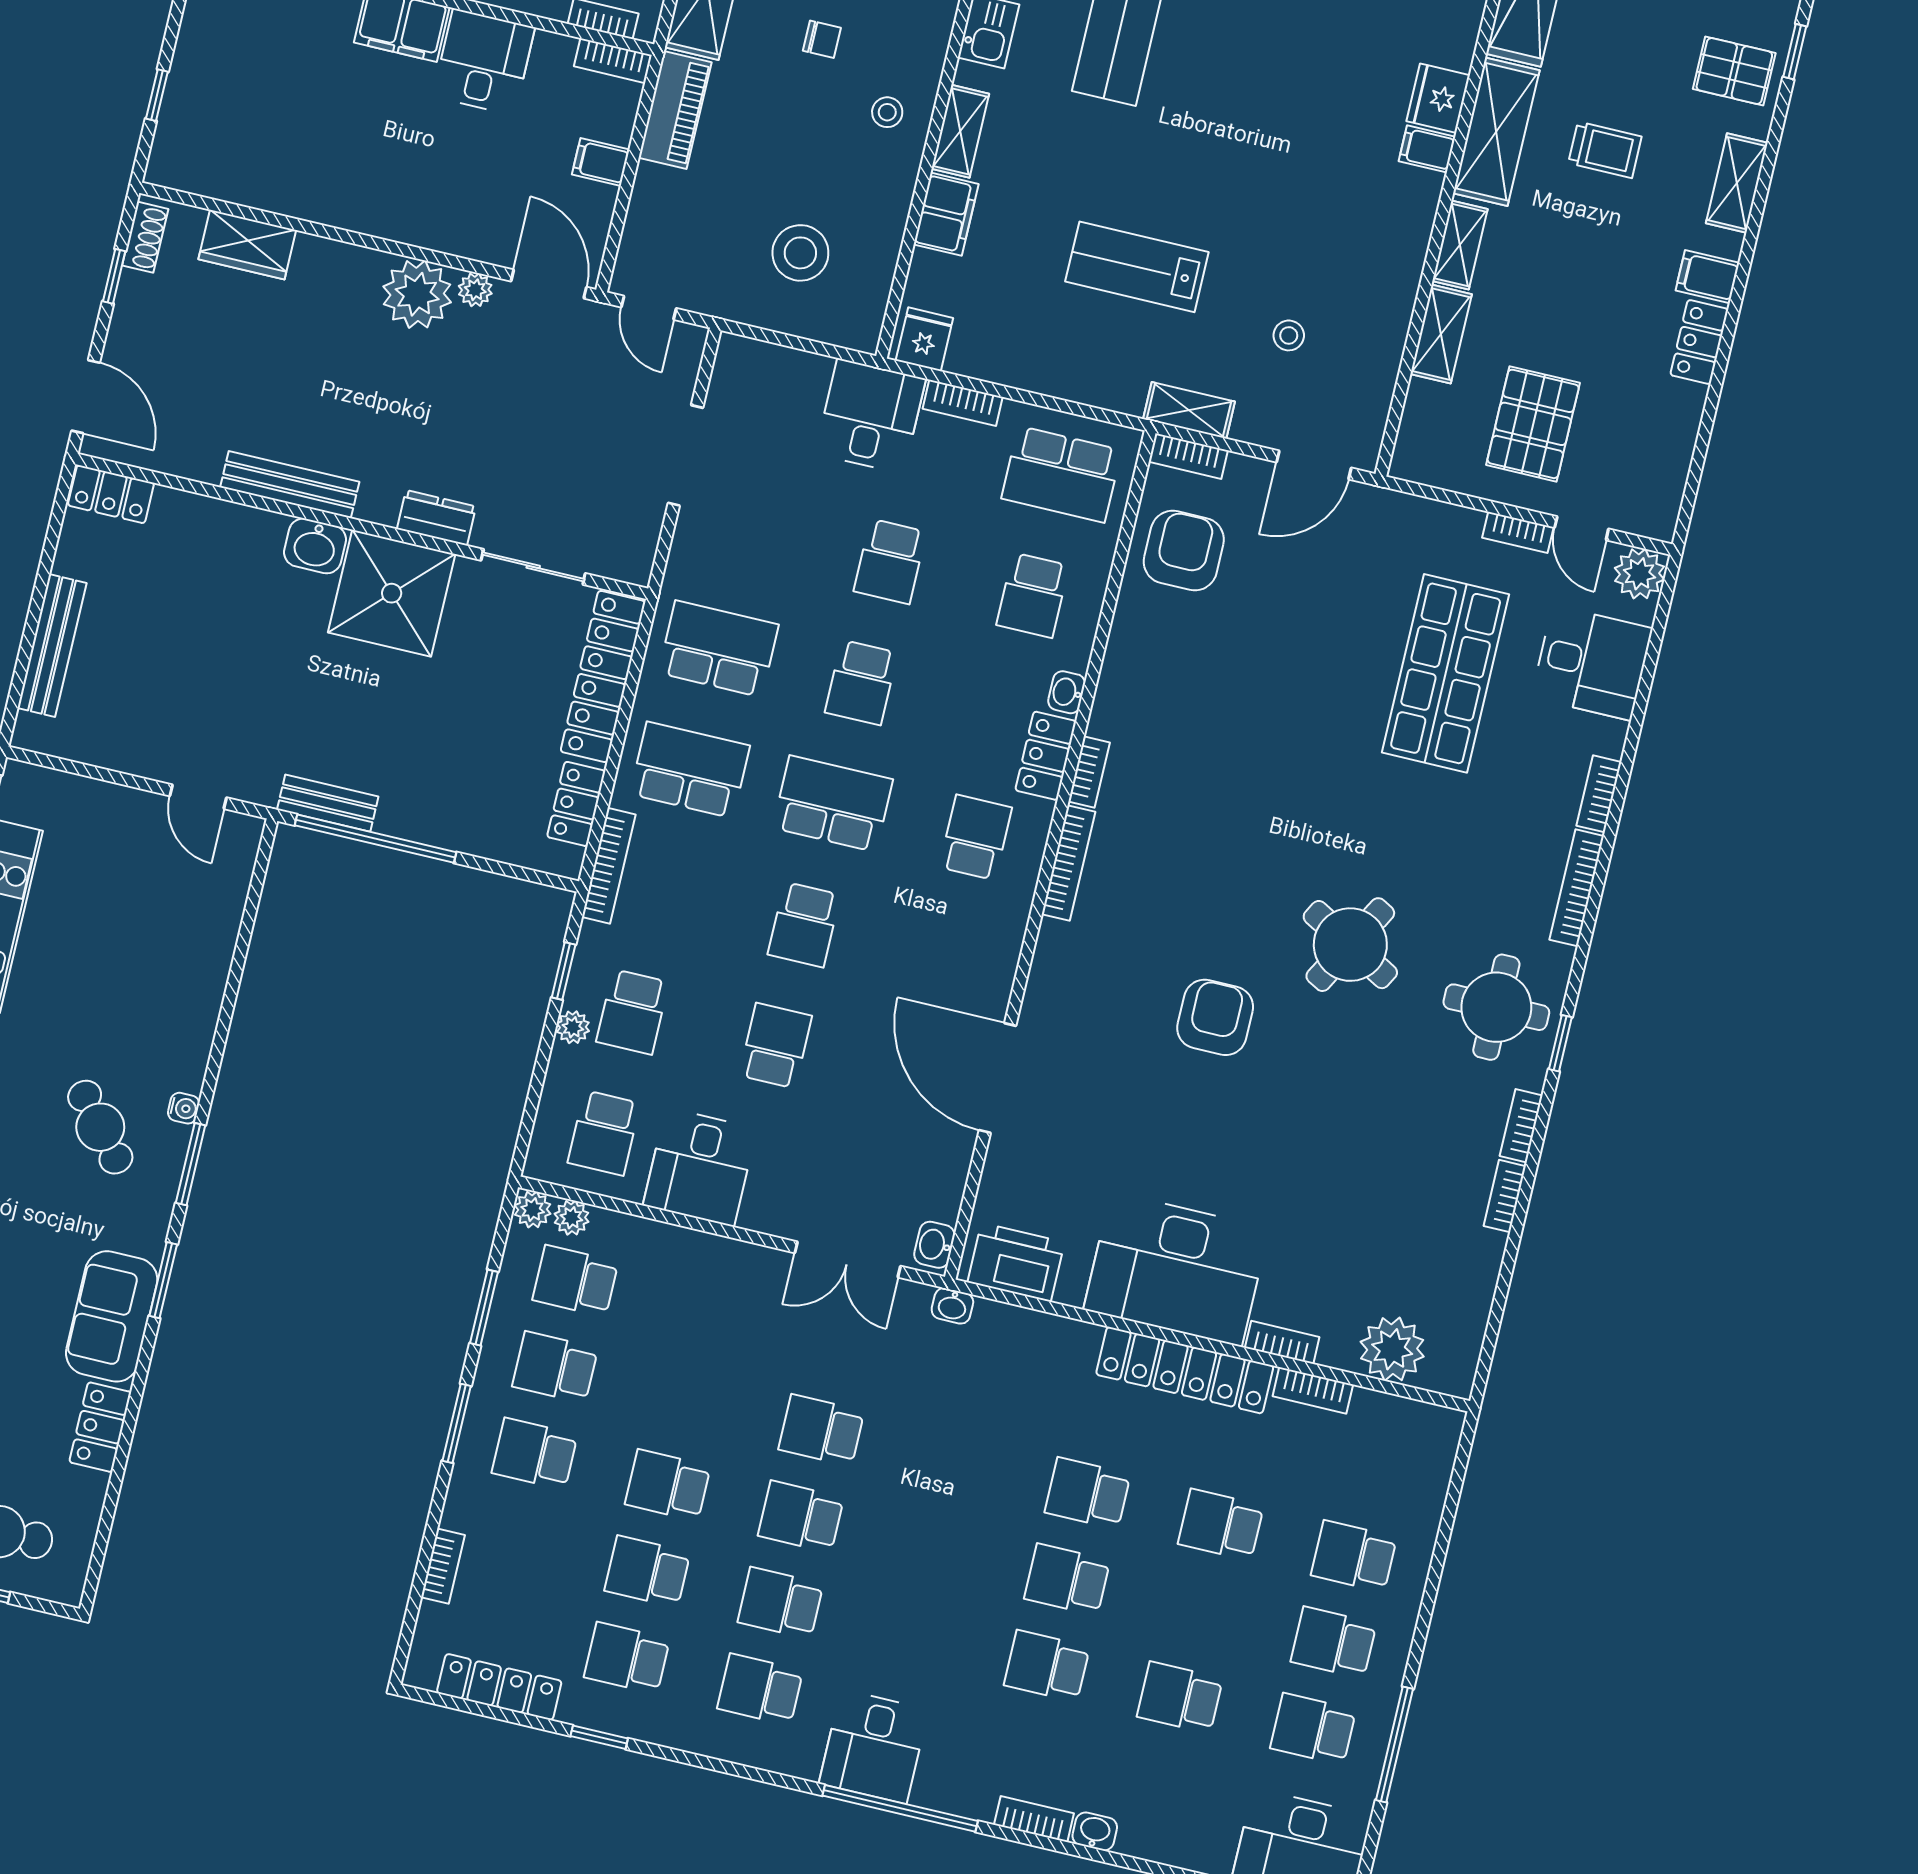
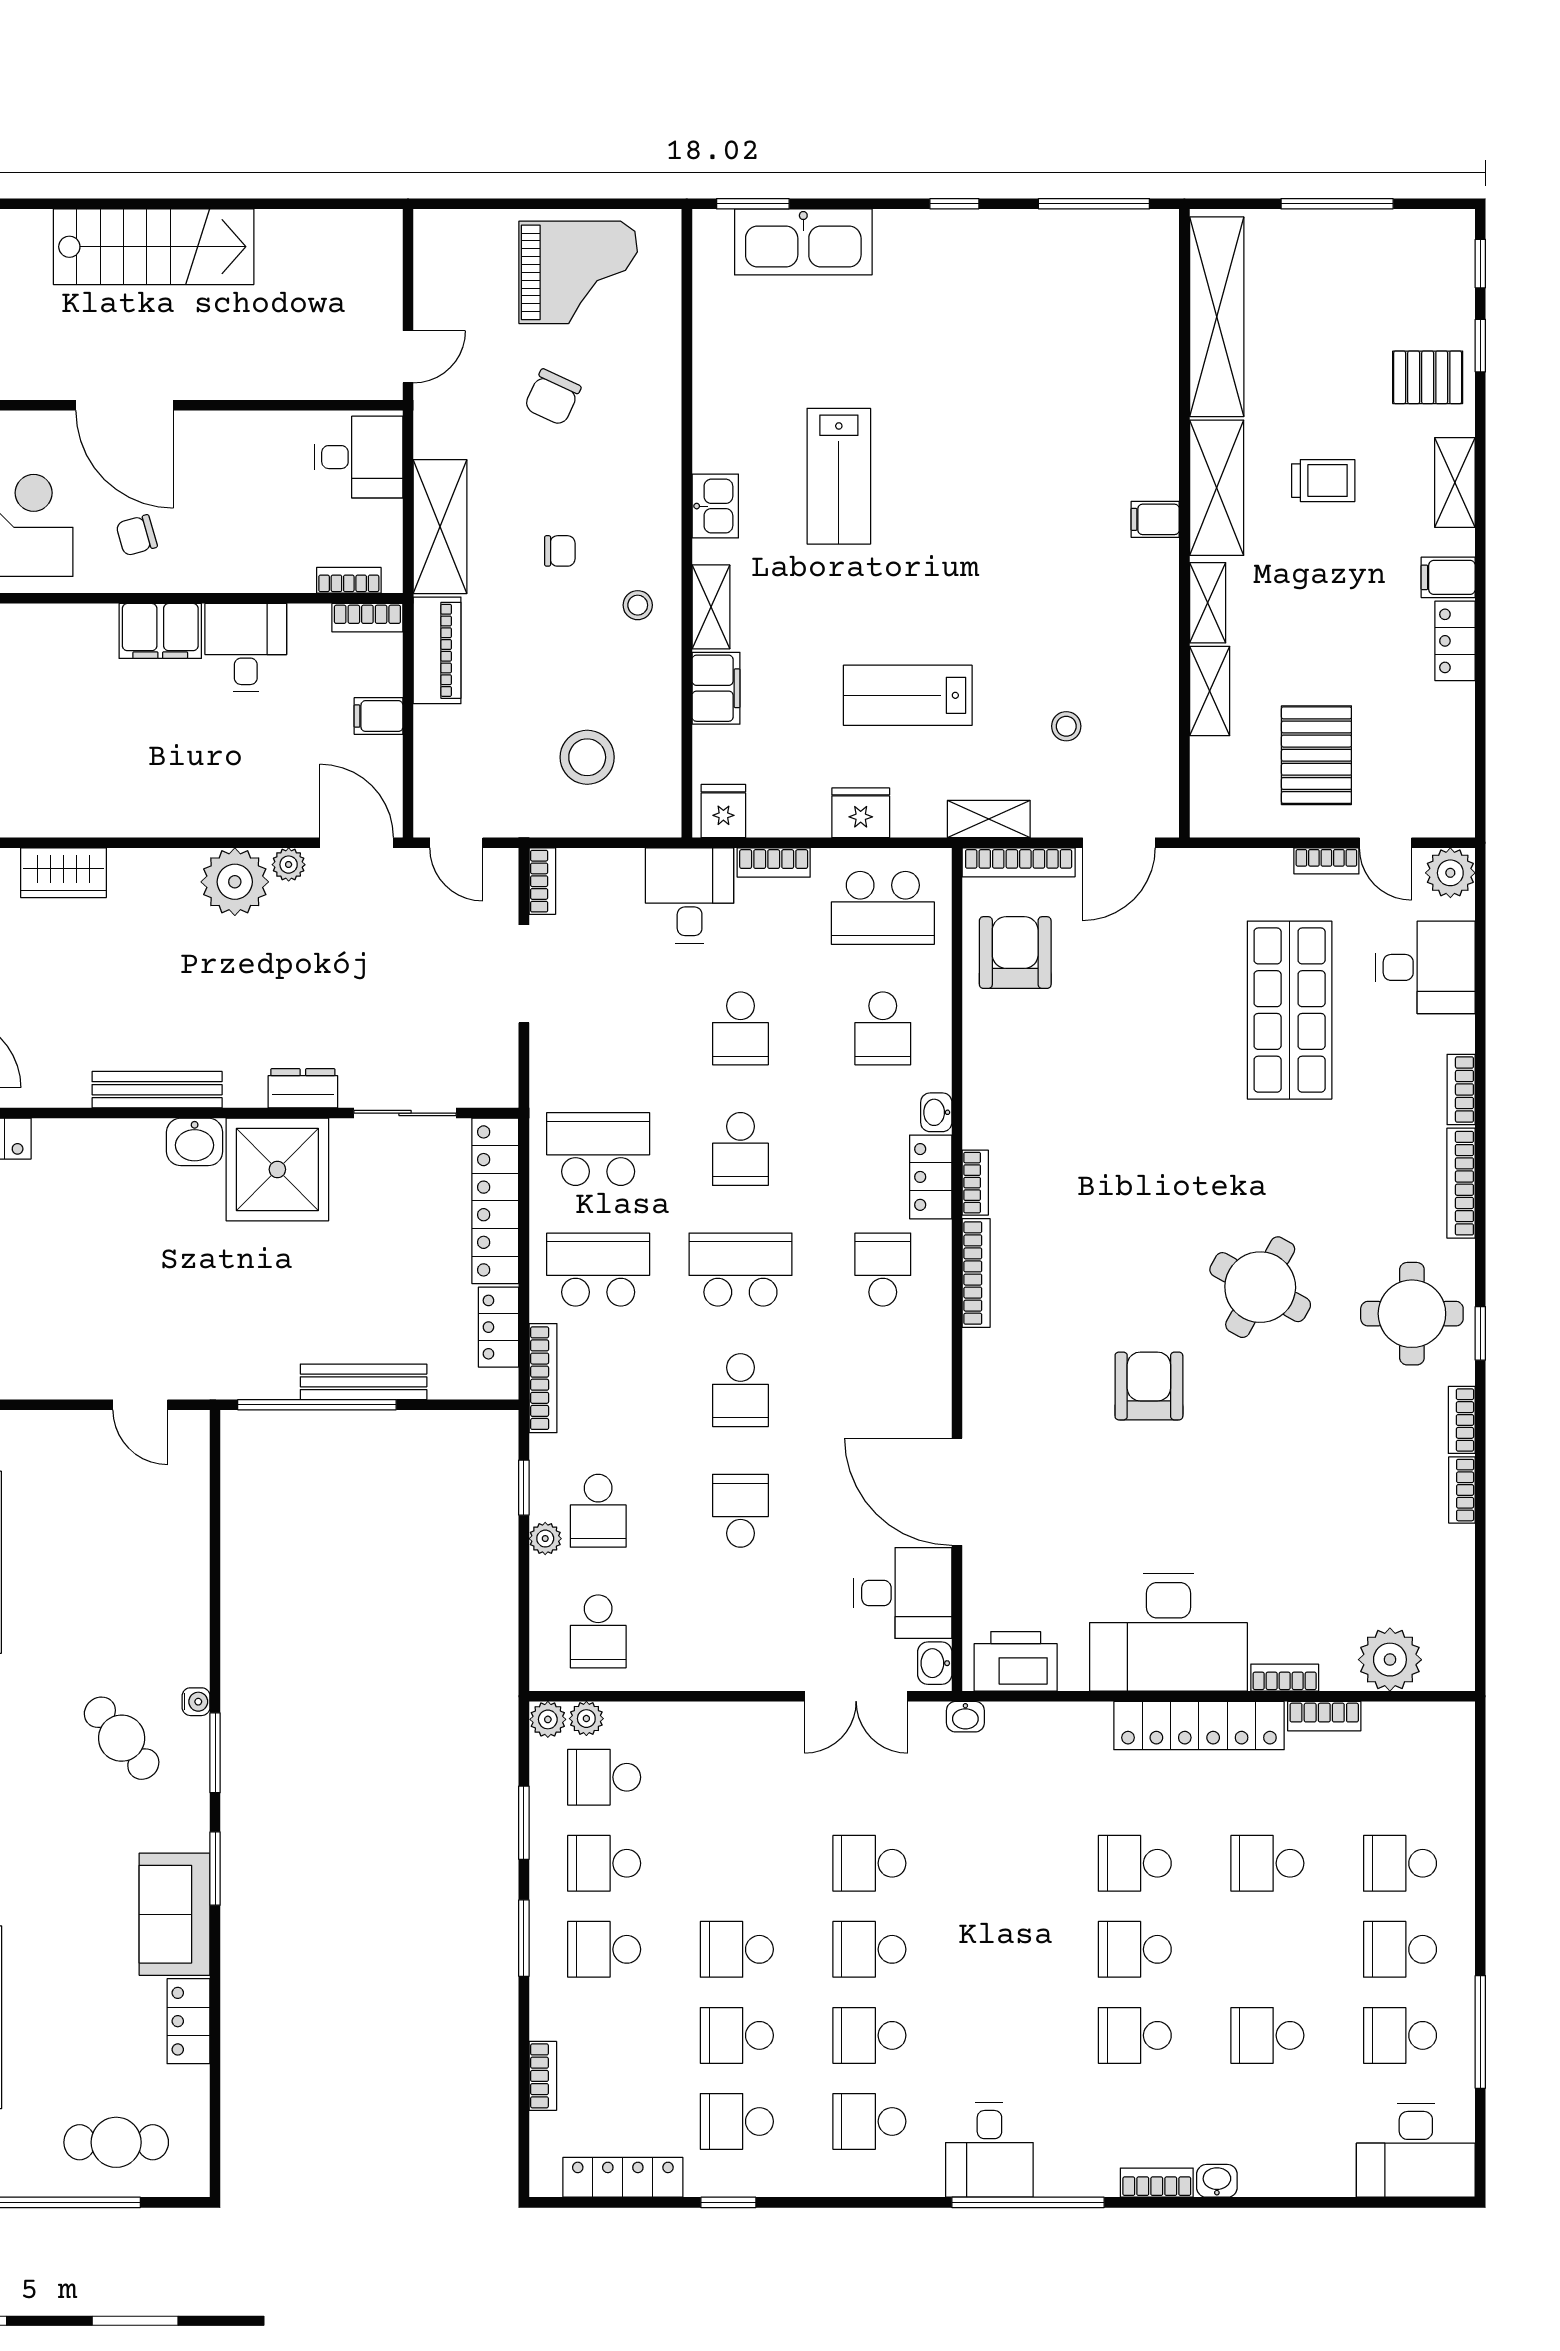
fridge: (1438, 98) -> (861, 813), moved, turned 90
bookcase: (726, 367) -> (542, 881), added
bookcase: (1188, 456) -> (1019, 862), width x1.56
bench: (328, 803) -> (364, 1382), moved, width x1.36
desk: (700, 1167) -> (903, 1593), moved, turned -90

